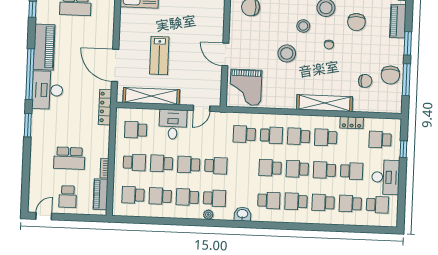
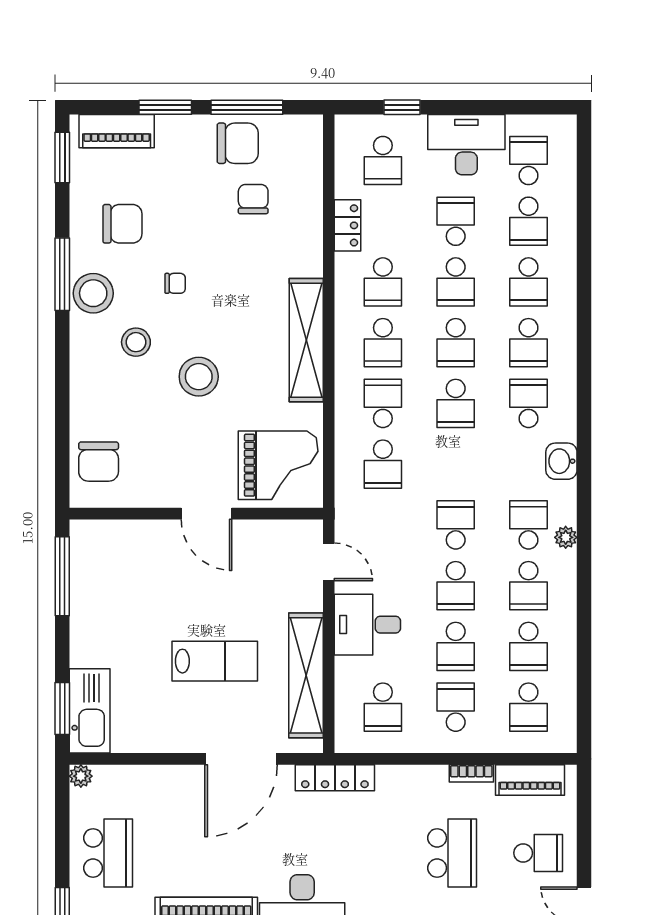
door: (225, 54) -> (206, 514), hinge flipped
shelving: (324, 103) -> (306, 340), moved

